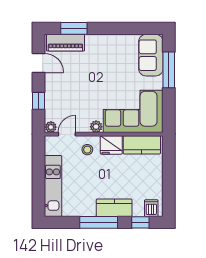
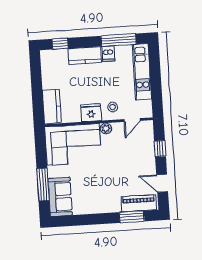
plant: (51, 127) -> (147, 126), removed
kitchen counter: (142, 145) -> (52, 106), moved, turned 90
dishwasher: (151, 208) -> (108, 54), moved
window: (99, 222) -> (119, 40), moved

